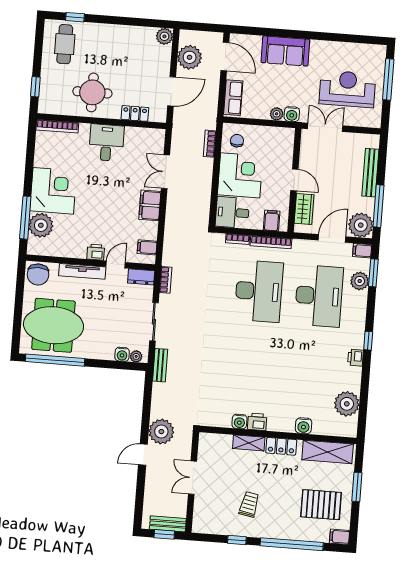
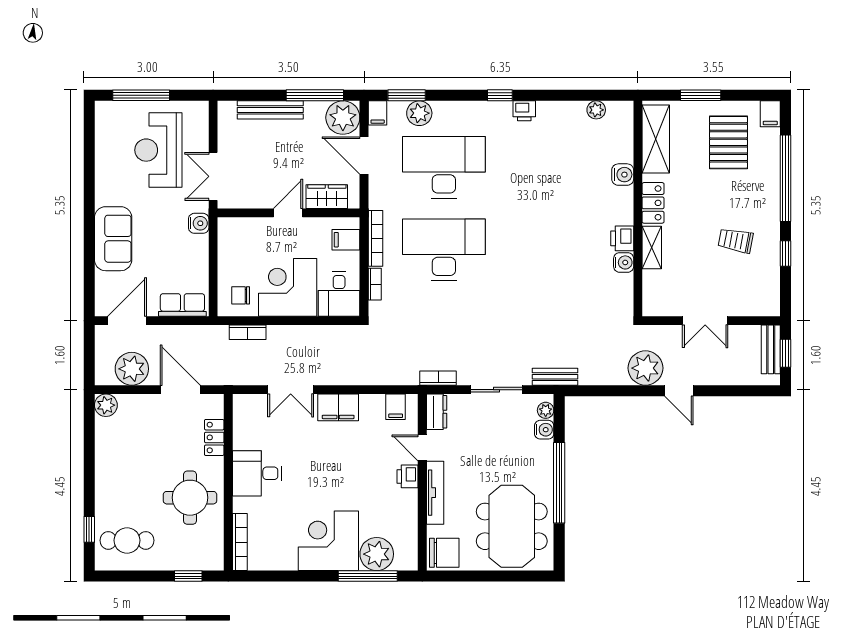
plant: (277, 114) -> (200, 244), removed
window: (55, 360) -> (559, 483), moved
plant: (347, 404) -> (596, 110), width x0.53, depth x0.53

